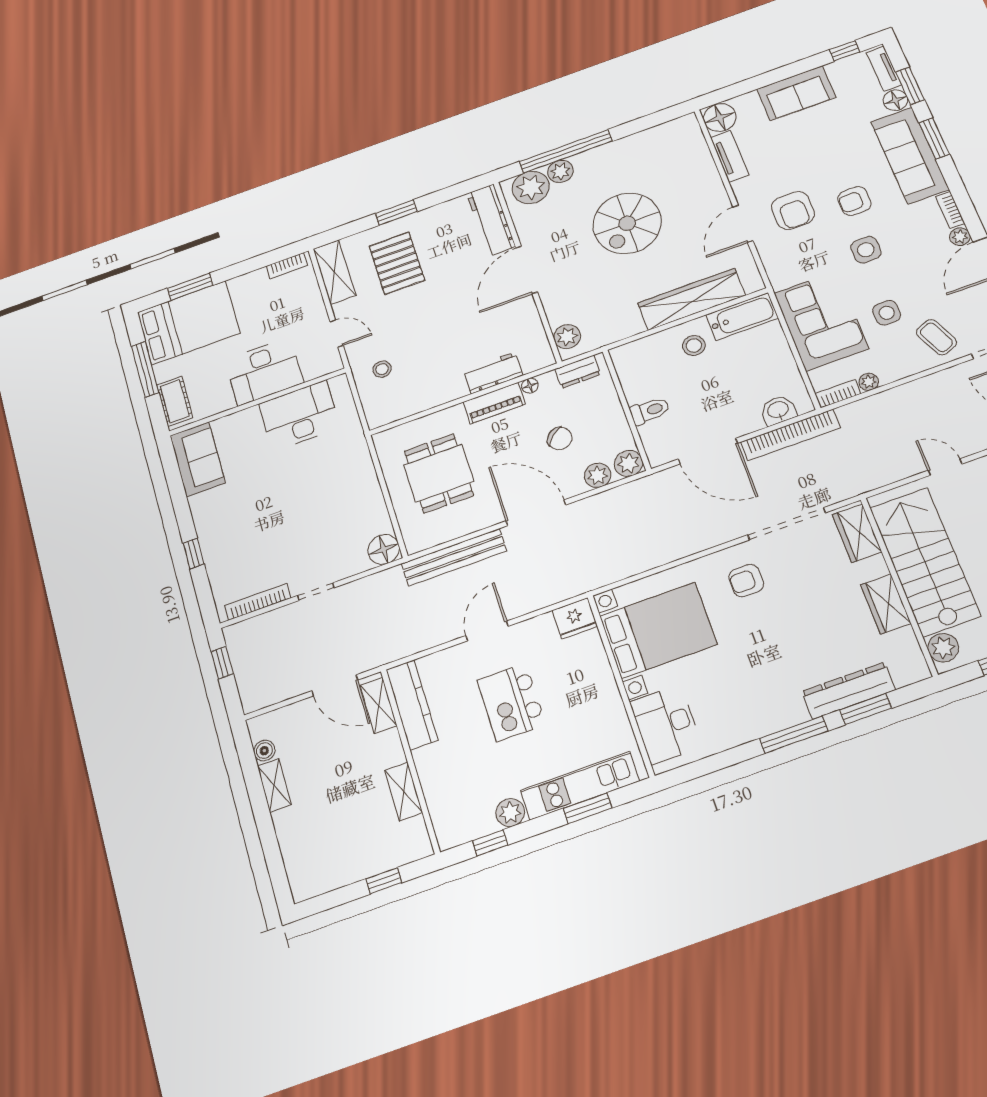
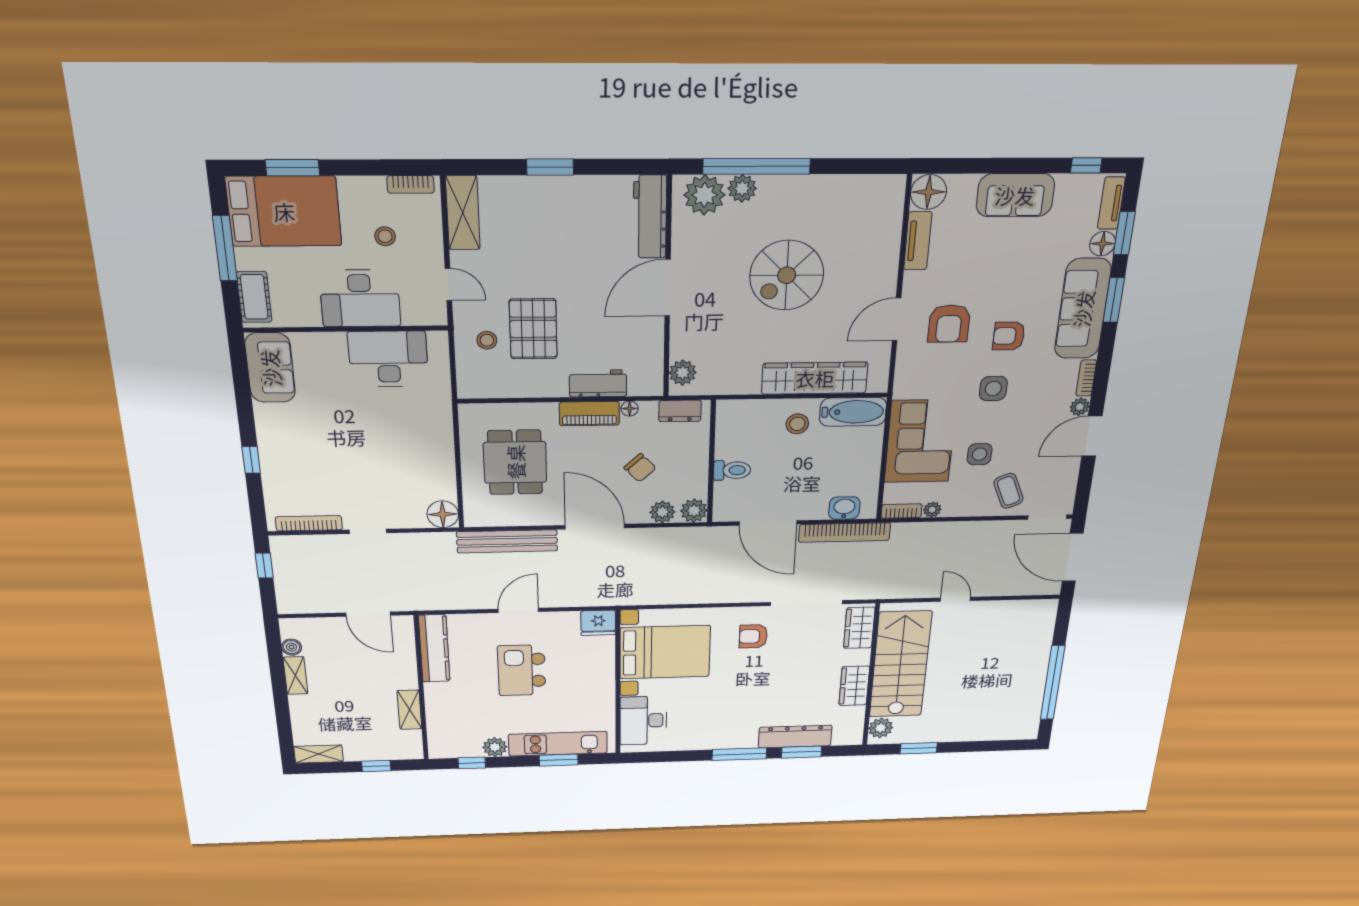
pallet: (397, 263) -> (533, 329), moved
stool: (275, 313) -> (385, 236), added
shelving: (379, 705) -> (319, 754), moved, turned 90

